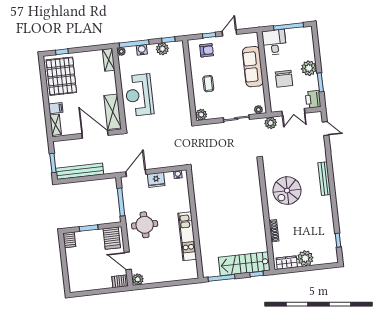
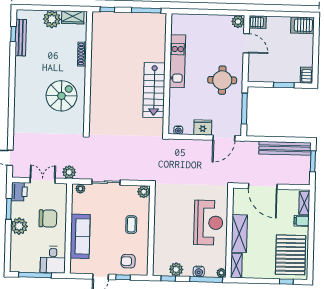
chair: (284, 79) -> (48, 218), turned 90
shelving: (113, 112) -> (239, 234), moved
bench: (324, 179) -> (21, 38), moved
server rack: (112, 238) -> (302, 25), moved, turned -90
stairs: (244, 264) -> (154, 90), moved, turned 90

